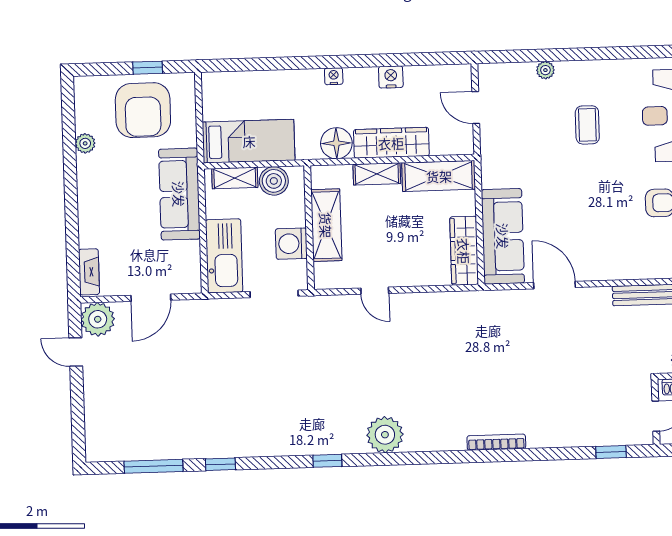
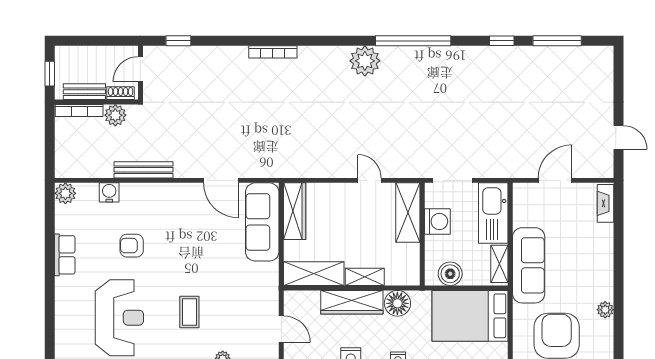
bed: (249, 141) -> (470, 316), width x1.50
shelving: (235, 178) -> (499, 264), moved, turned 90
shelving: (326, 225) -> (408, 213), moved
plant: (98, 319) -> (599, 164), removed
window: (327, 461) -> (413, 41), width x3.17

